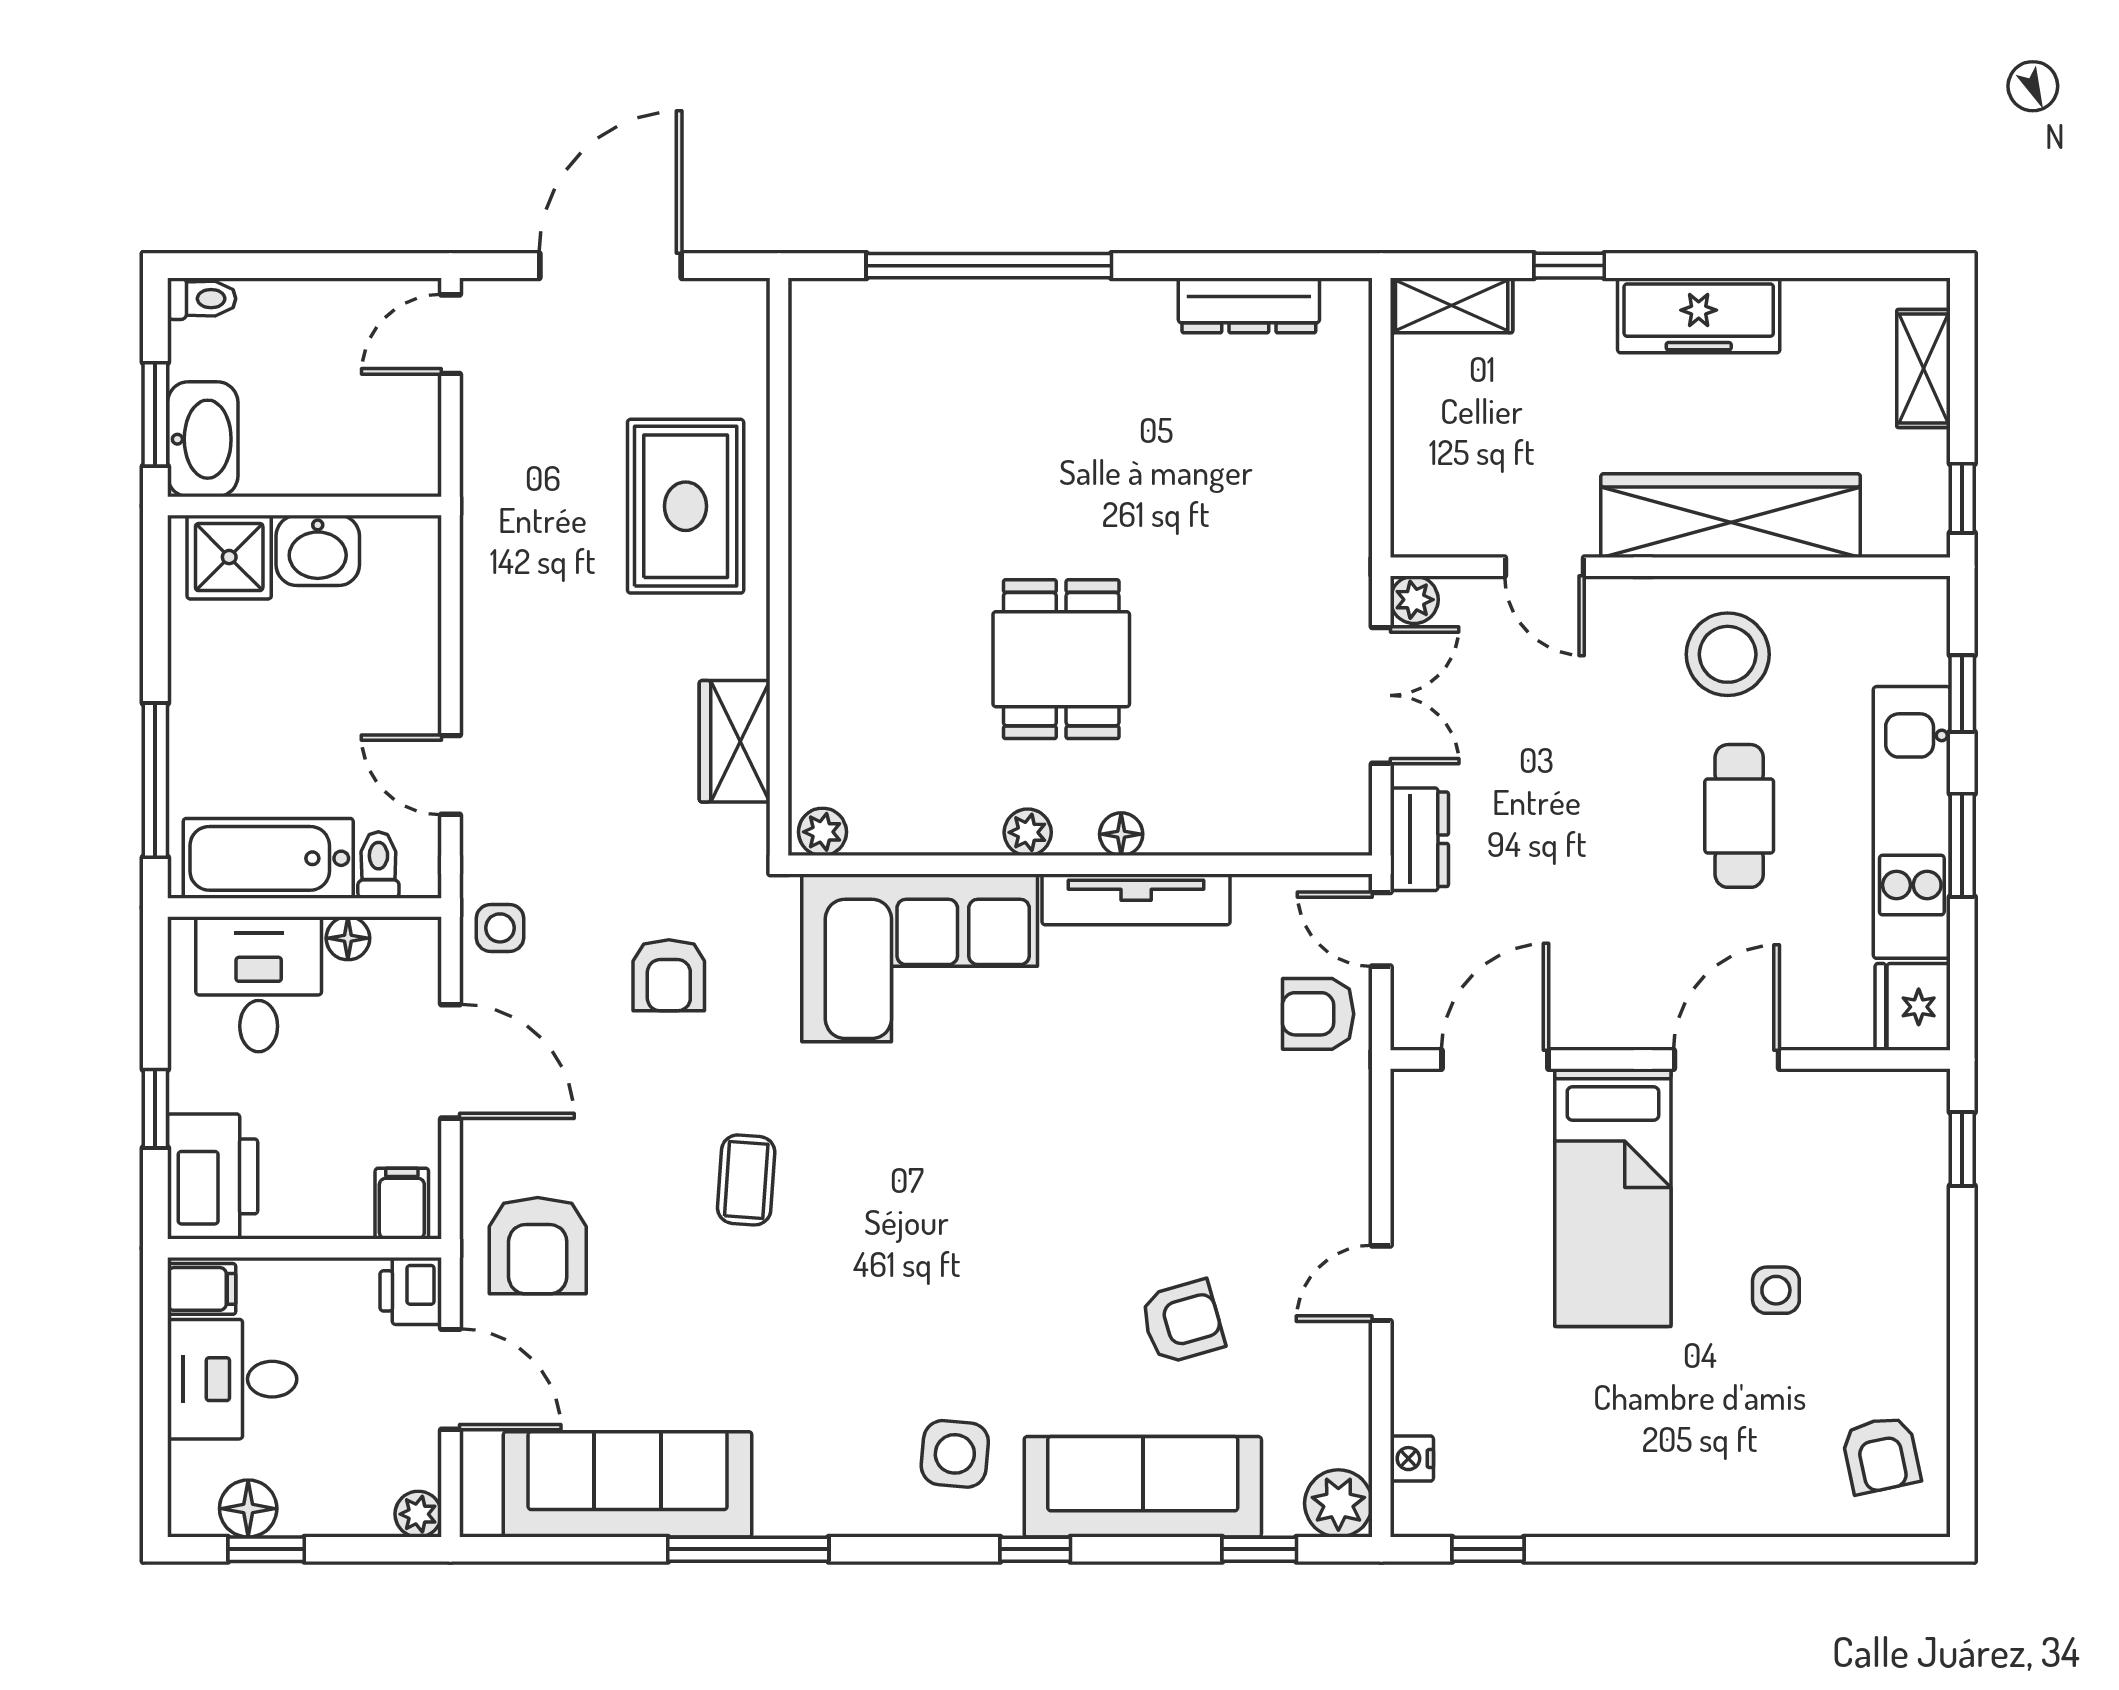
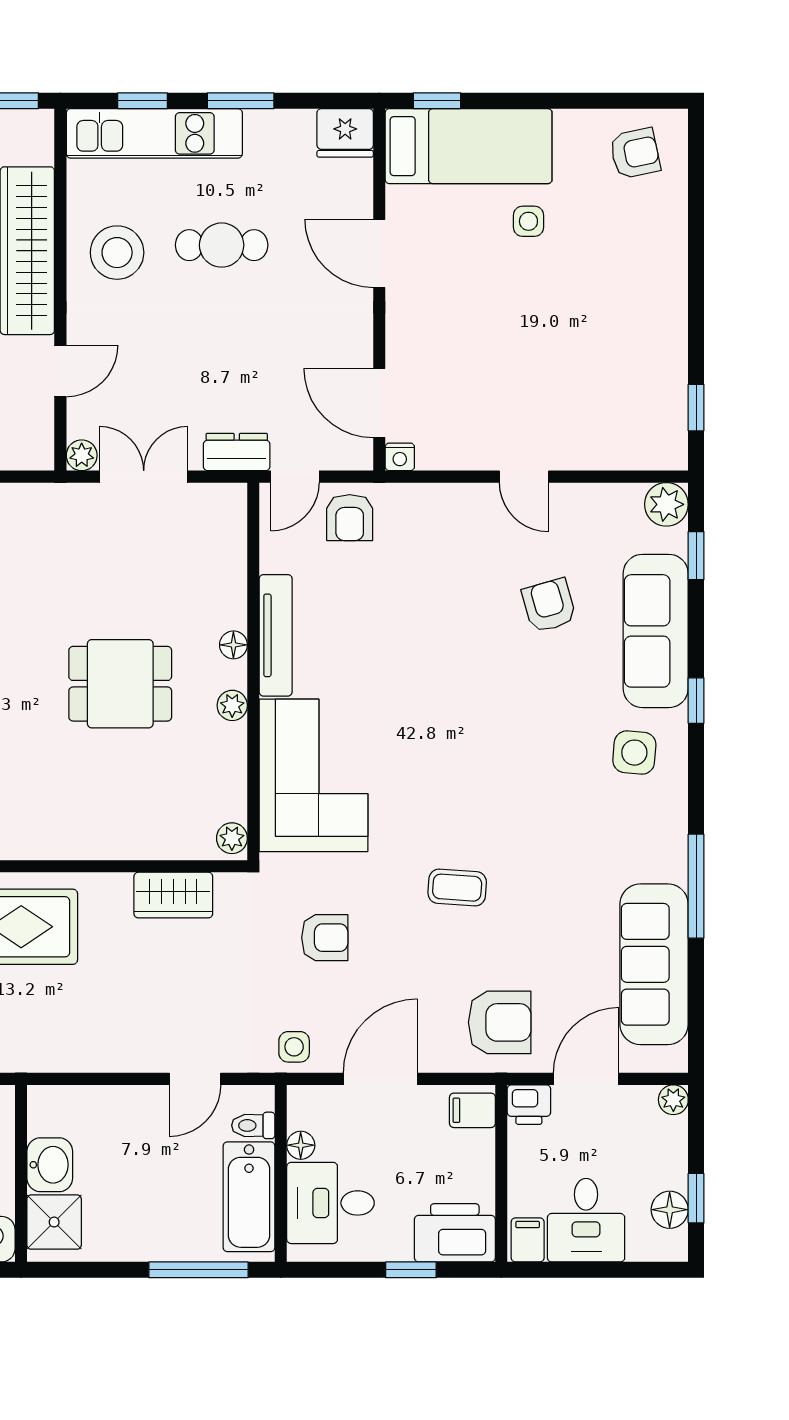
kitchen unit: (1912, 822) -> (154, 133), moved
bed: (1613, 1198) -> (469, 146), moved
nightstand: (1412, 1459) -> (400, 457), moved

